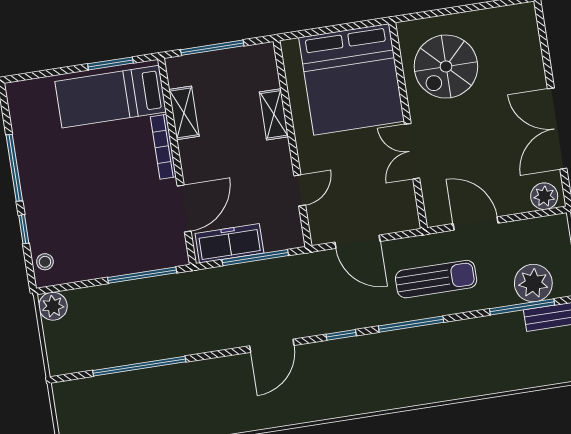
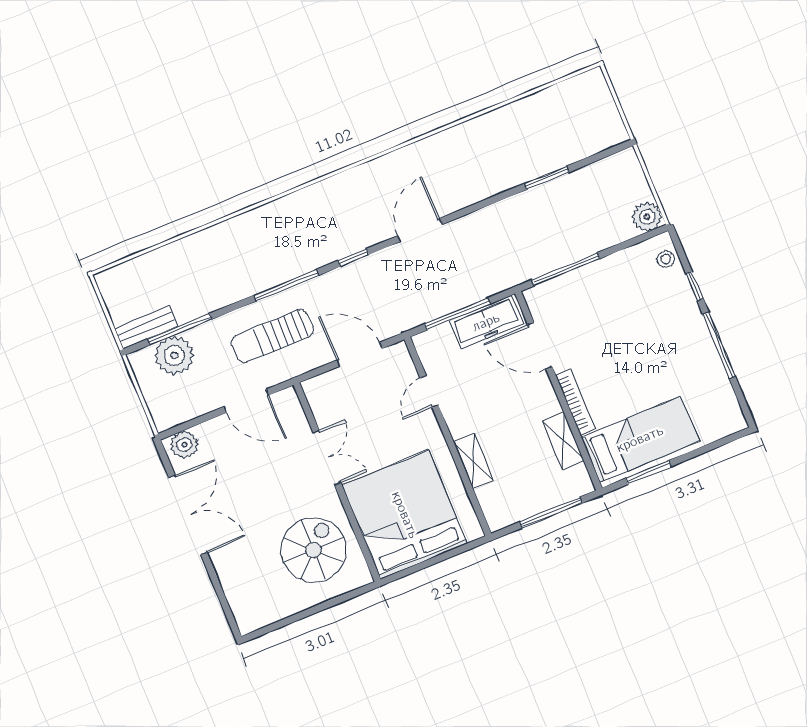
door: (184, 208) -> (540, 346), hinge flipped
window: (139, 366) -> (547, 178), width x0.47

